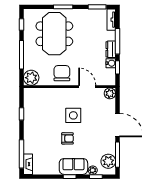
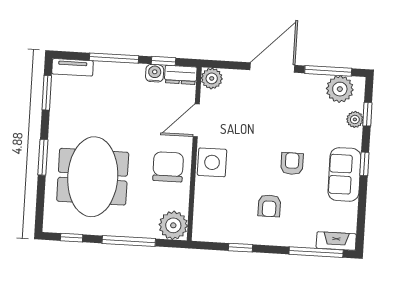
meeting table: (54, 34) -> (93, 177), turned 90
dresser: (111, 49) -> (181, 75), moved
chair: (62, 73) -> (168, 167), turned 90
side table: (73, 115) -> (212, 162), moved
armchair: (45, 128) -> (269, 206), added
sofa: (73, 166) -> (344, 174), moved

